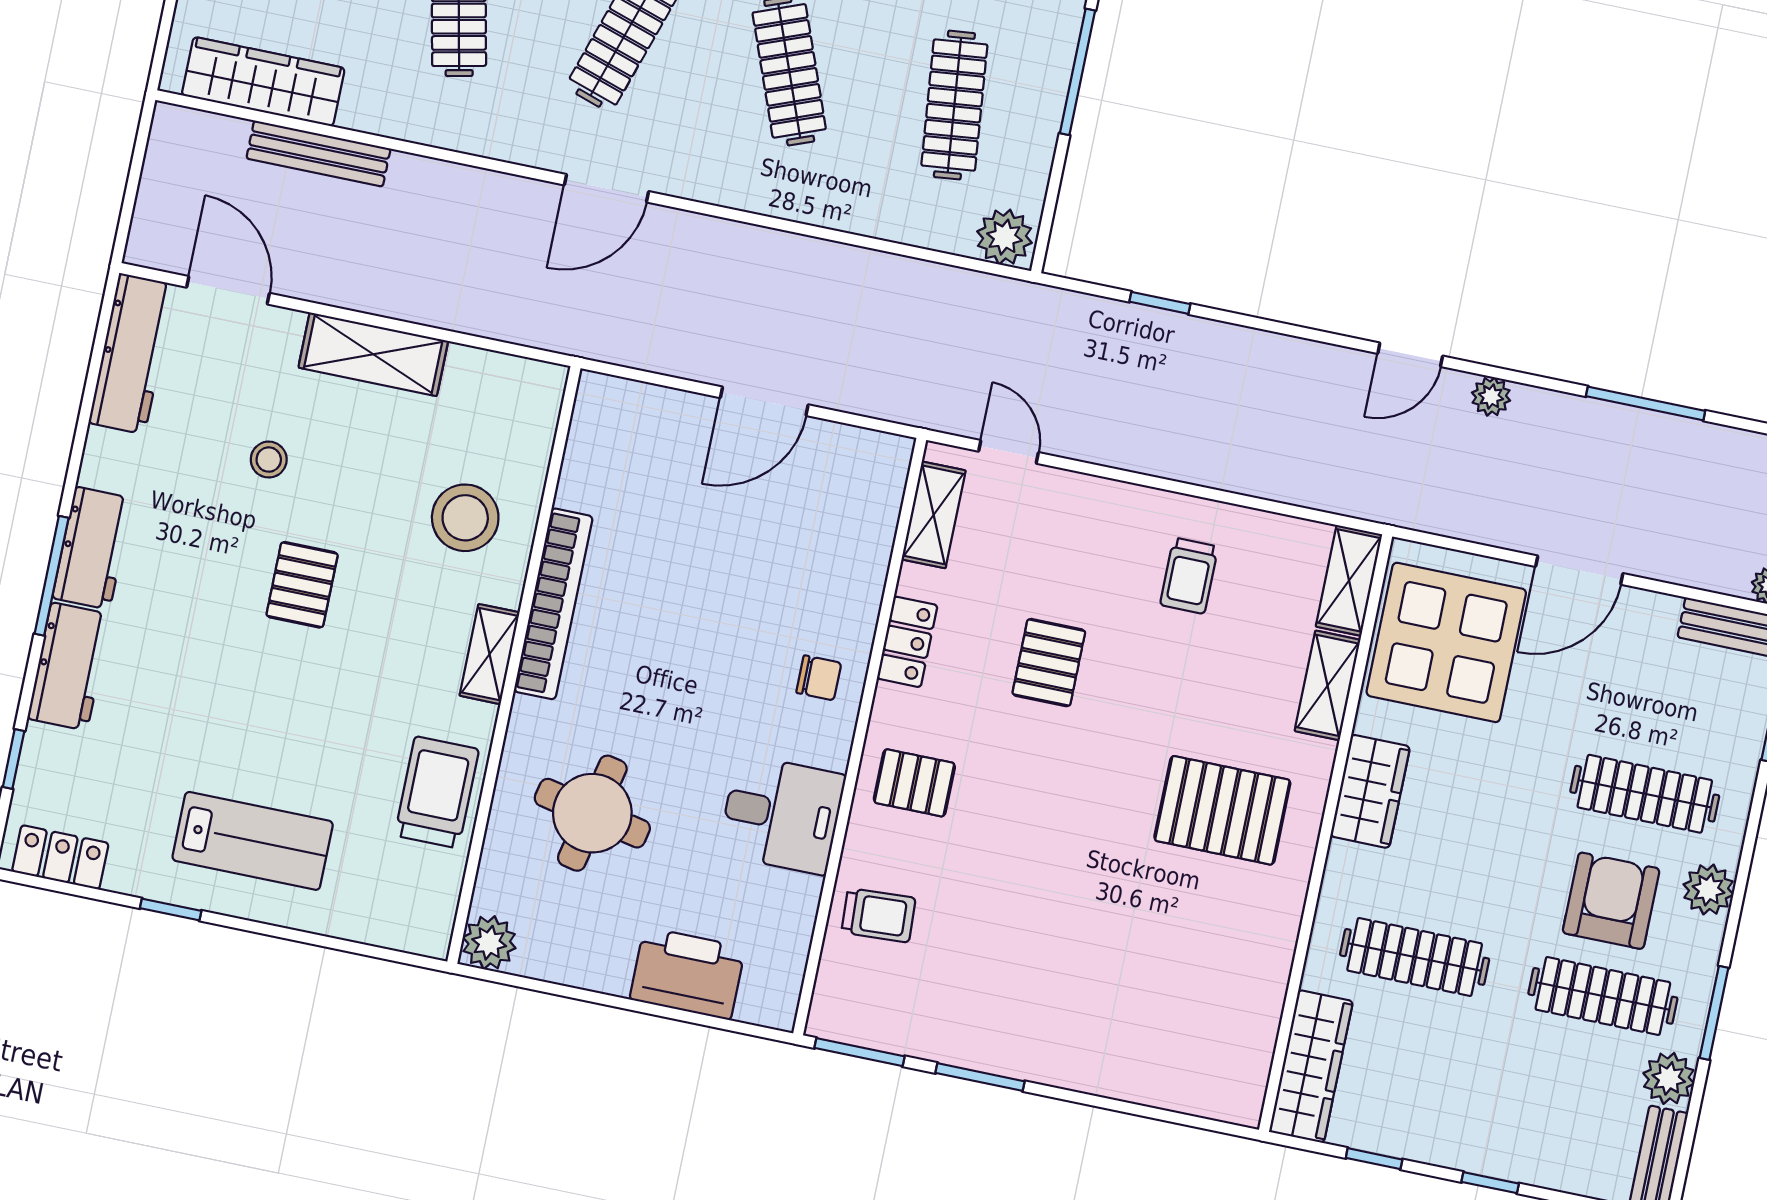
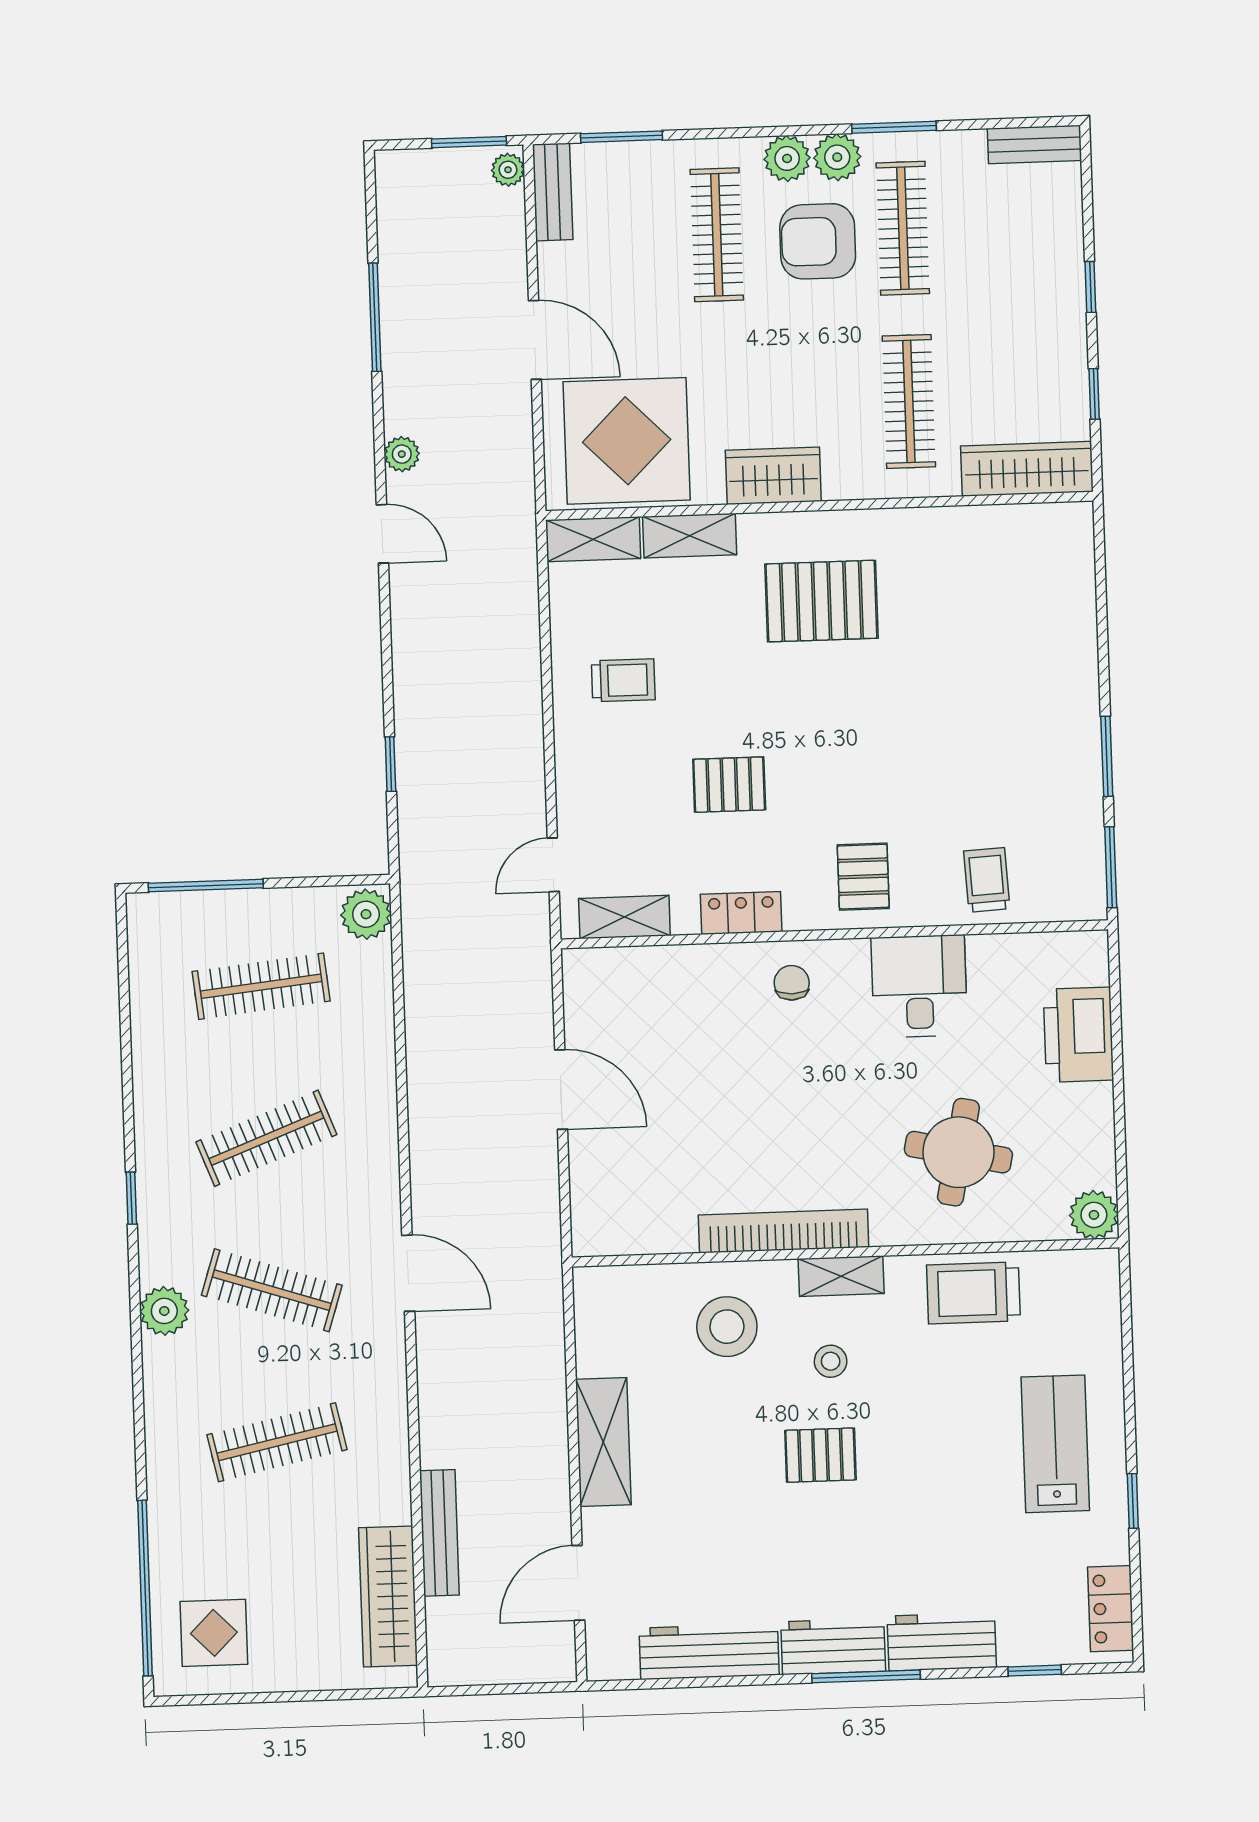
workbench: (132, 354) -> (709, 1651), moved
stool: (269, 460) -> (831, 1361), moved
pallet: (1222, 810) -> (821, 601), turned 90
plant: (1669, 1078) -> (837, 157), moved

